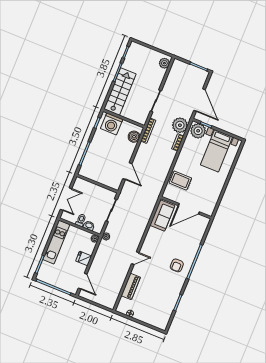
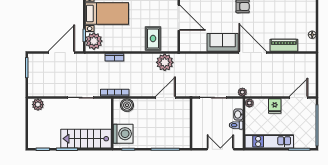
plant: (180, 125) -> (165, 62), moved
sofa: (162, 215) -> (223, 42), moved
door: (135, 258) -> (253, 53), width x1.88

